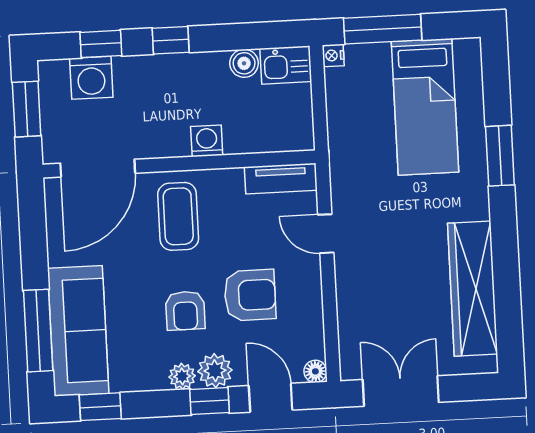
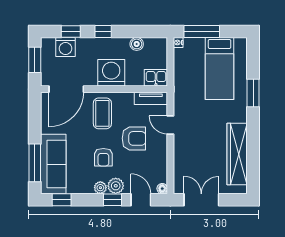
kitchen sink: (286, 65) -> (156, 78), moved, turned 180
washing machine: (207, 141) -> (111, 73), width x1.89, depth x1.89
armchair: (250, 295) -> (134, 138), moved

